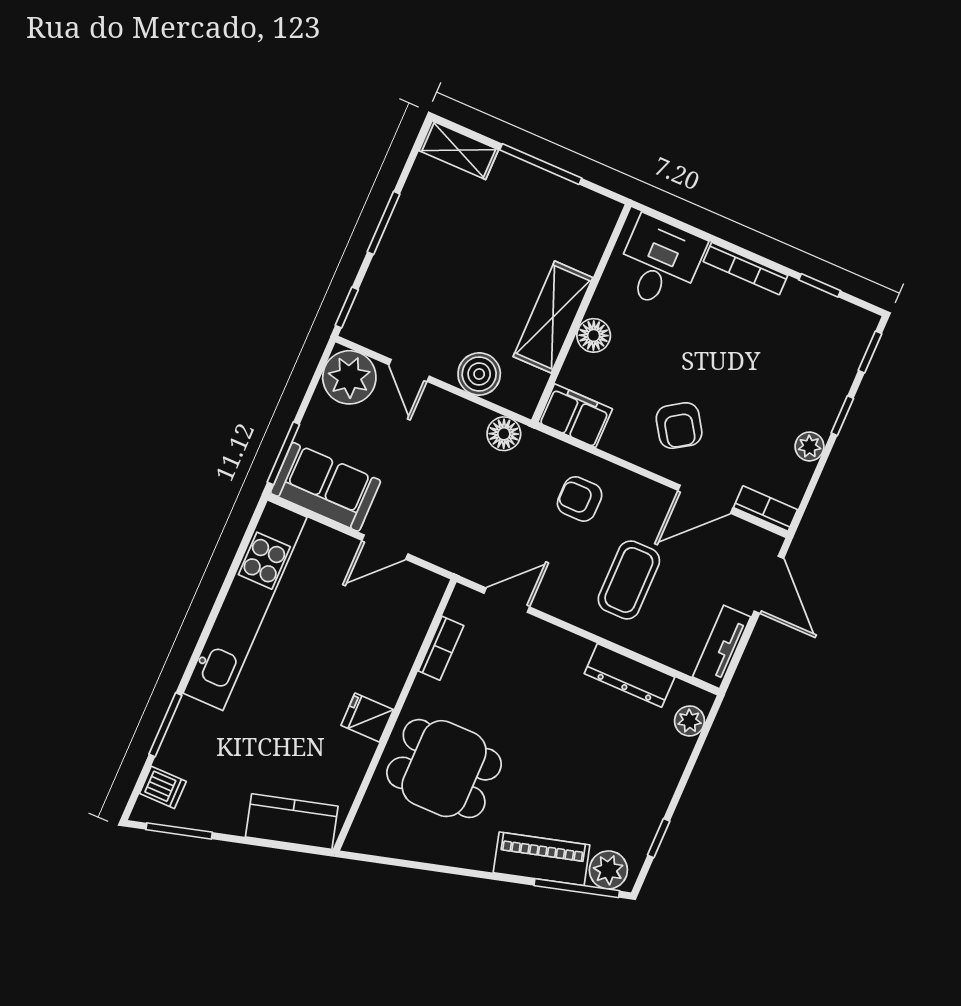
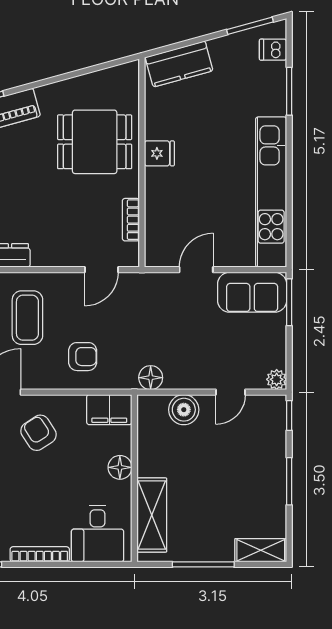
shelving: (553, 317) -> (152, 515), moved
door: (409, 370) -> (231, 392), swing flipped
plant: (349, 377) -> (277, 379), width x0.53, depth x0.53

